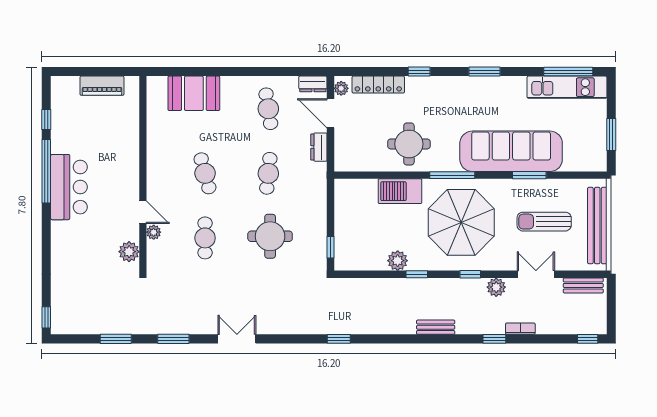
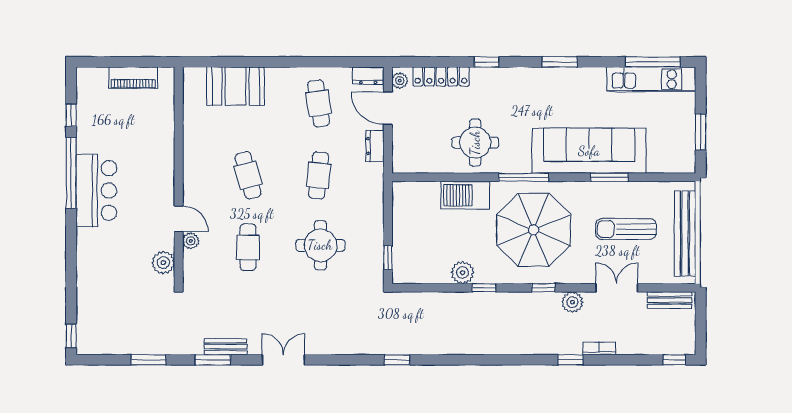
bench: (436, 327) -> (226, 347), moved

